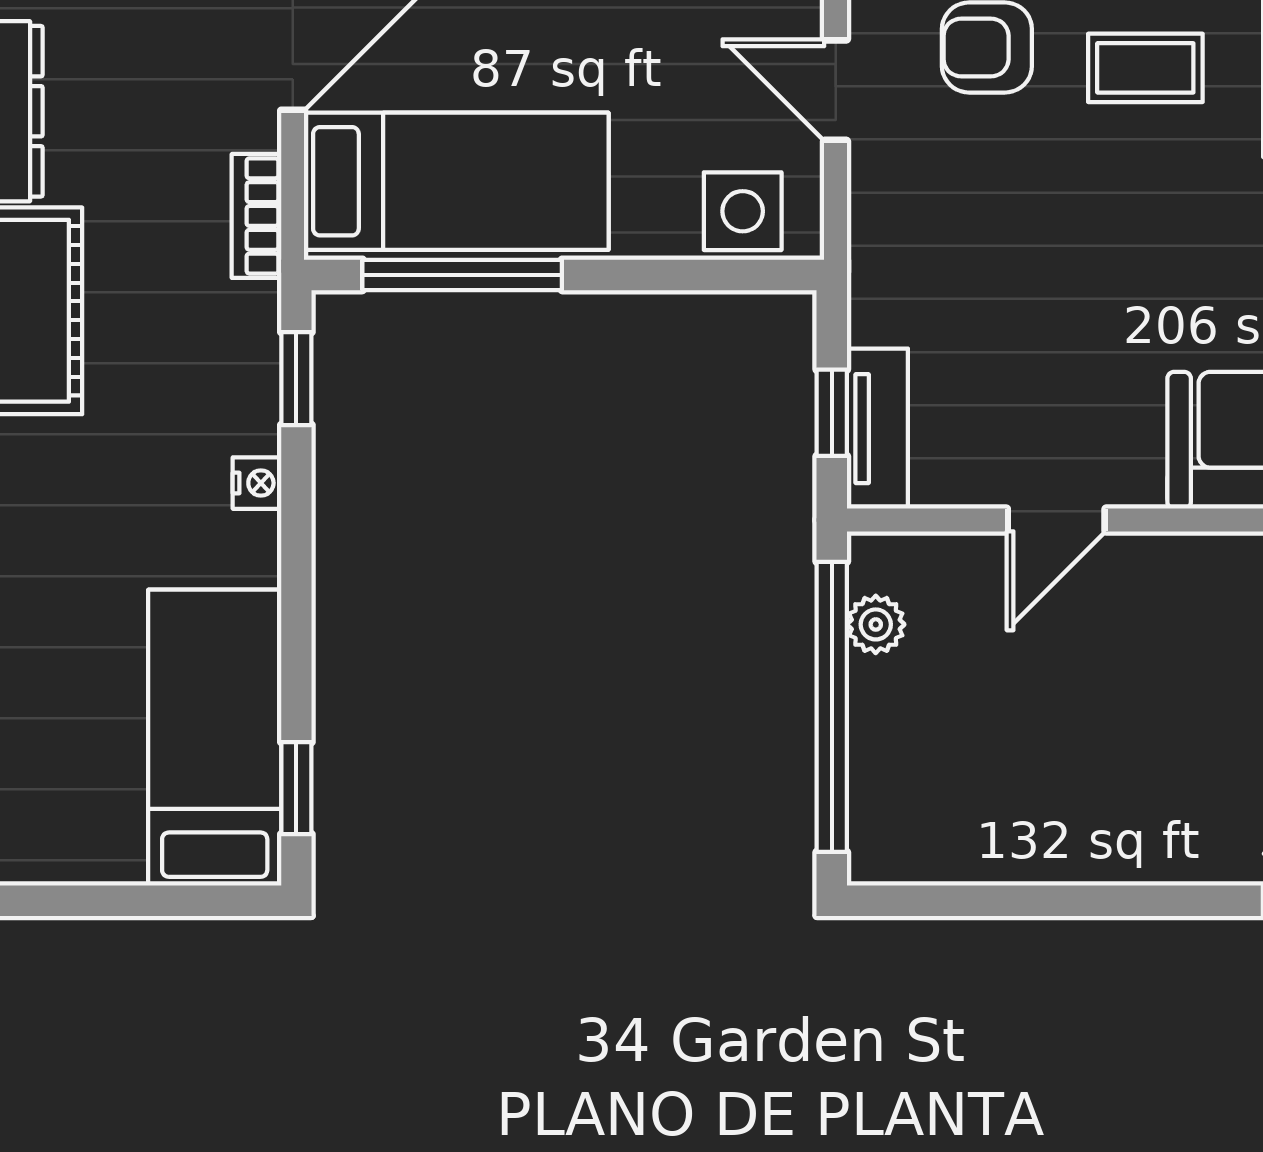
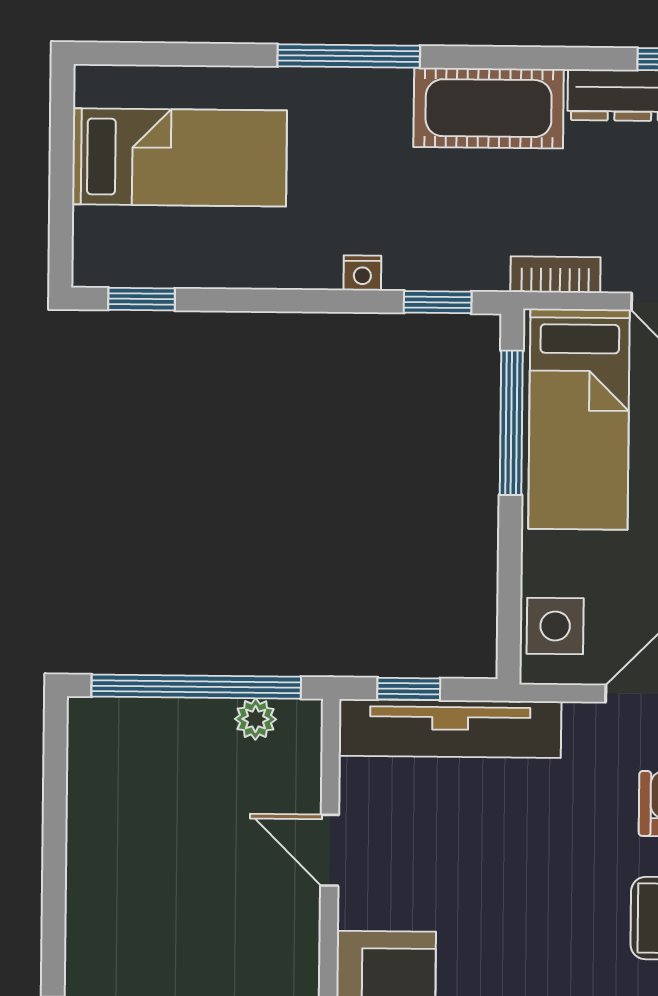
tv unit: (877, 429) -> (450, 729), width x1.92, depth x1.29
bed: (215, 738) -> (179, 157), moved

